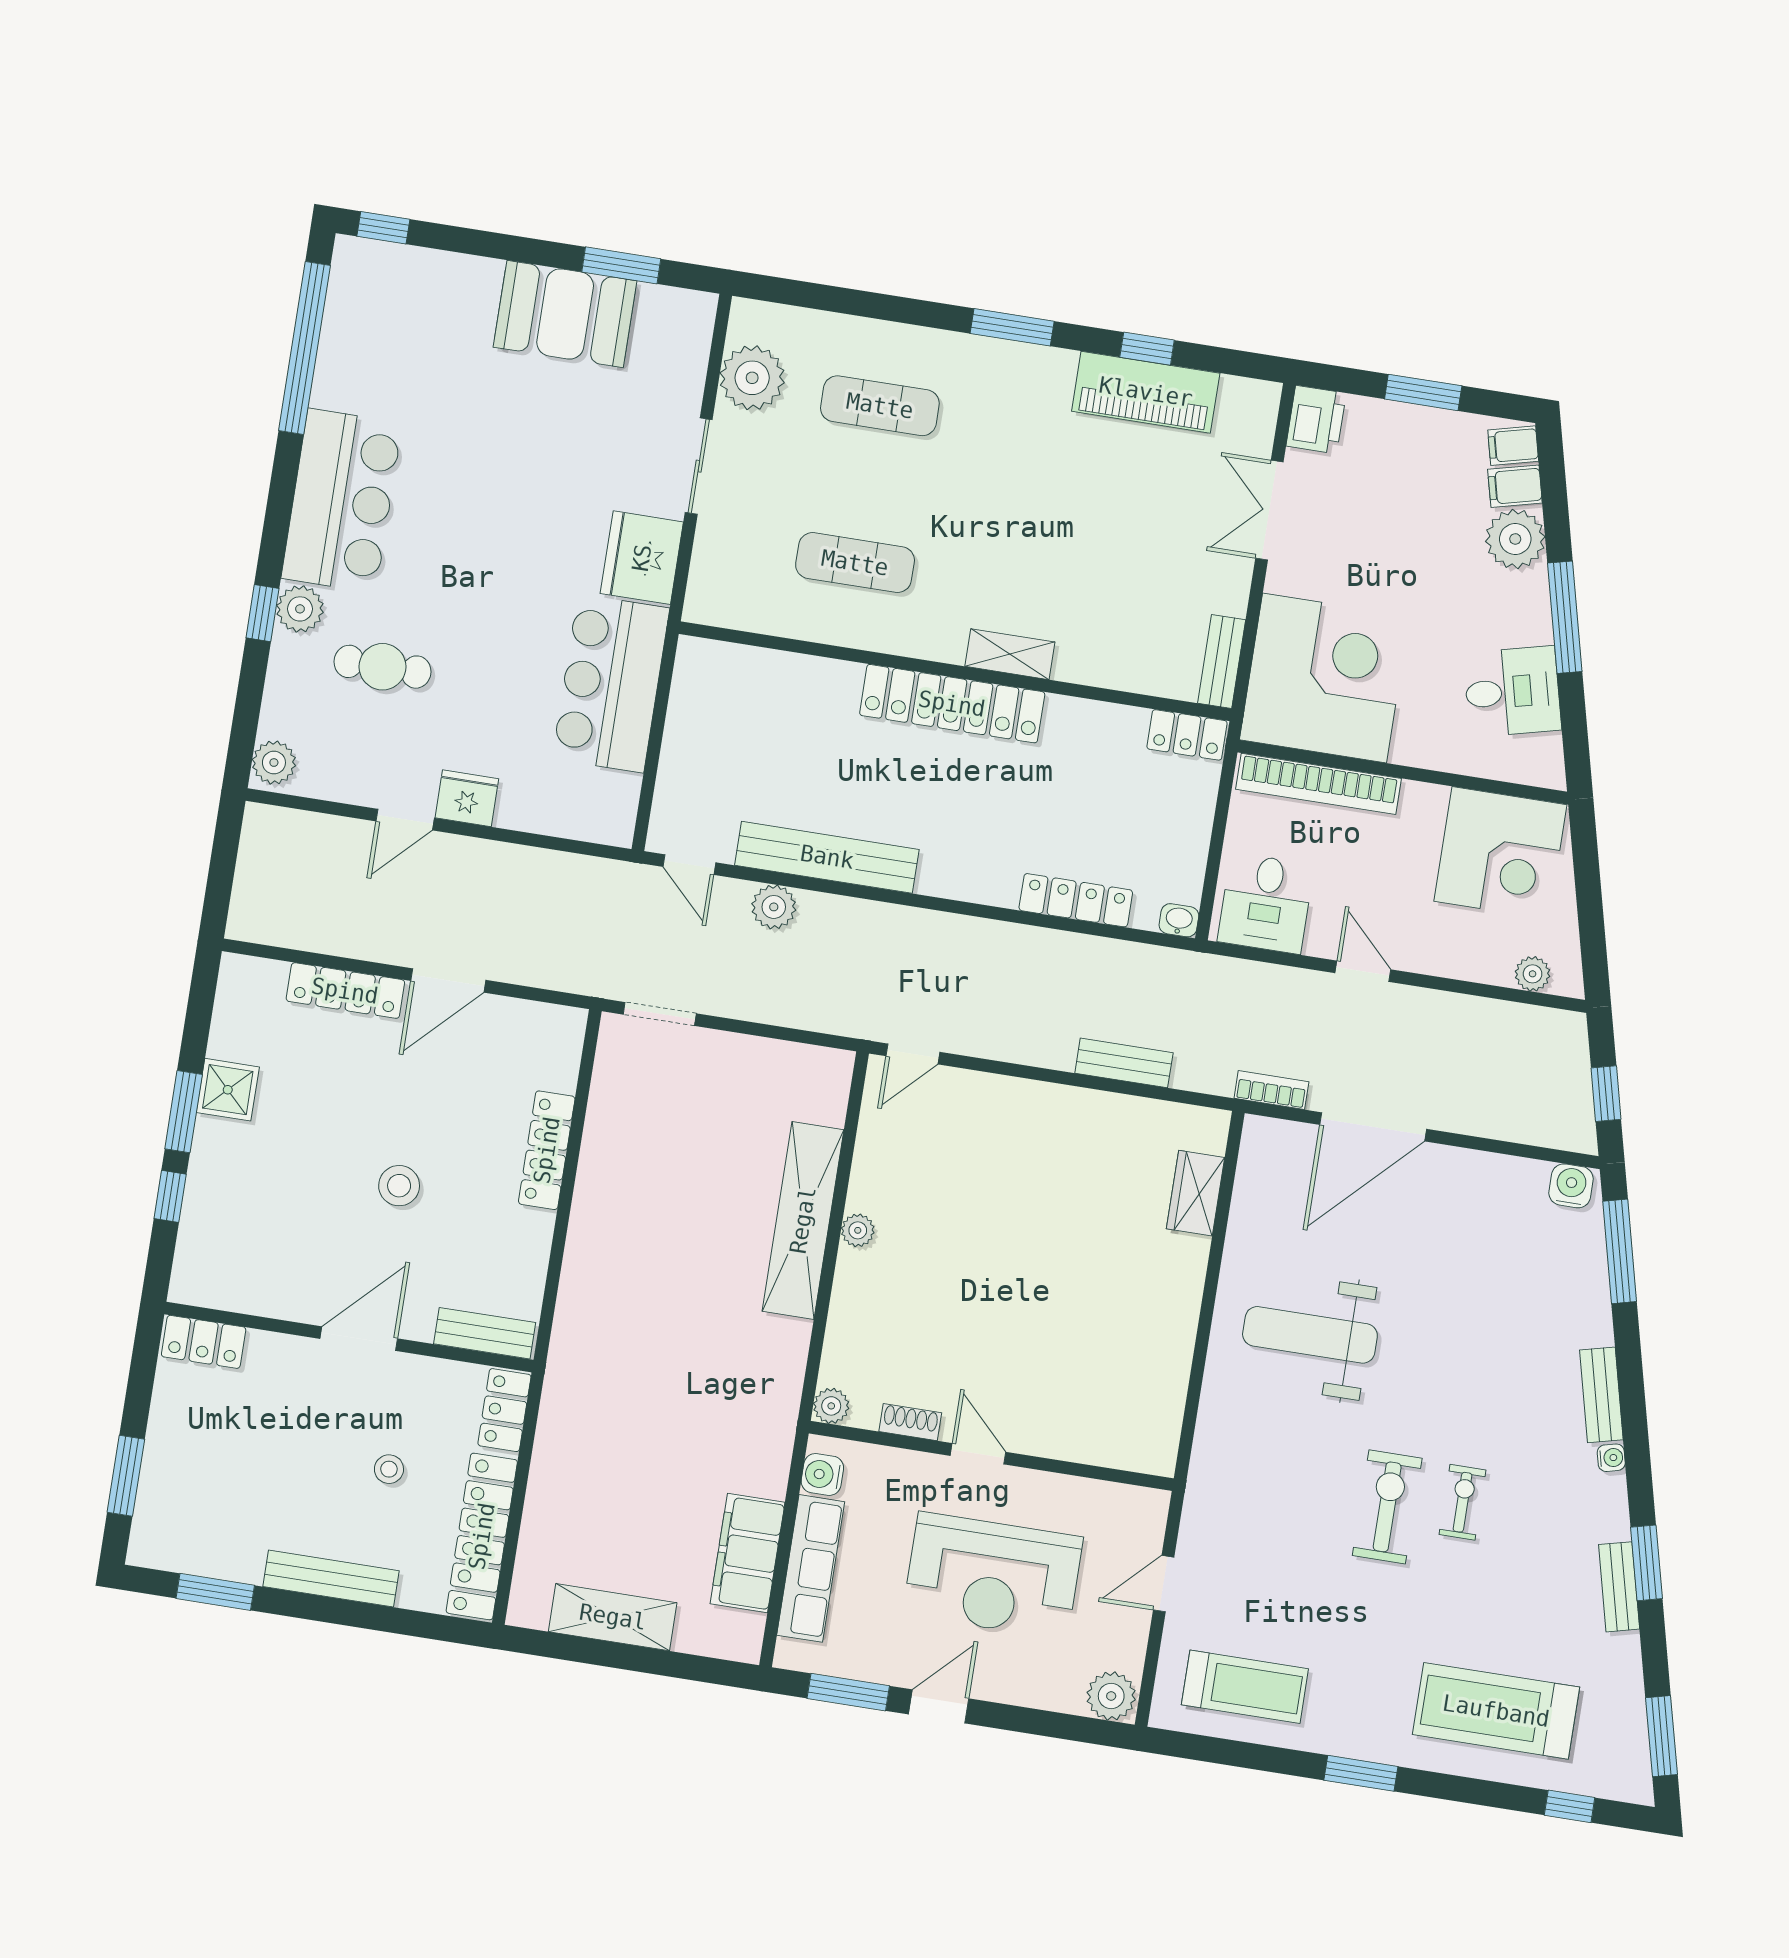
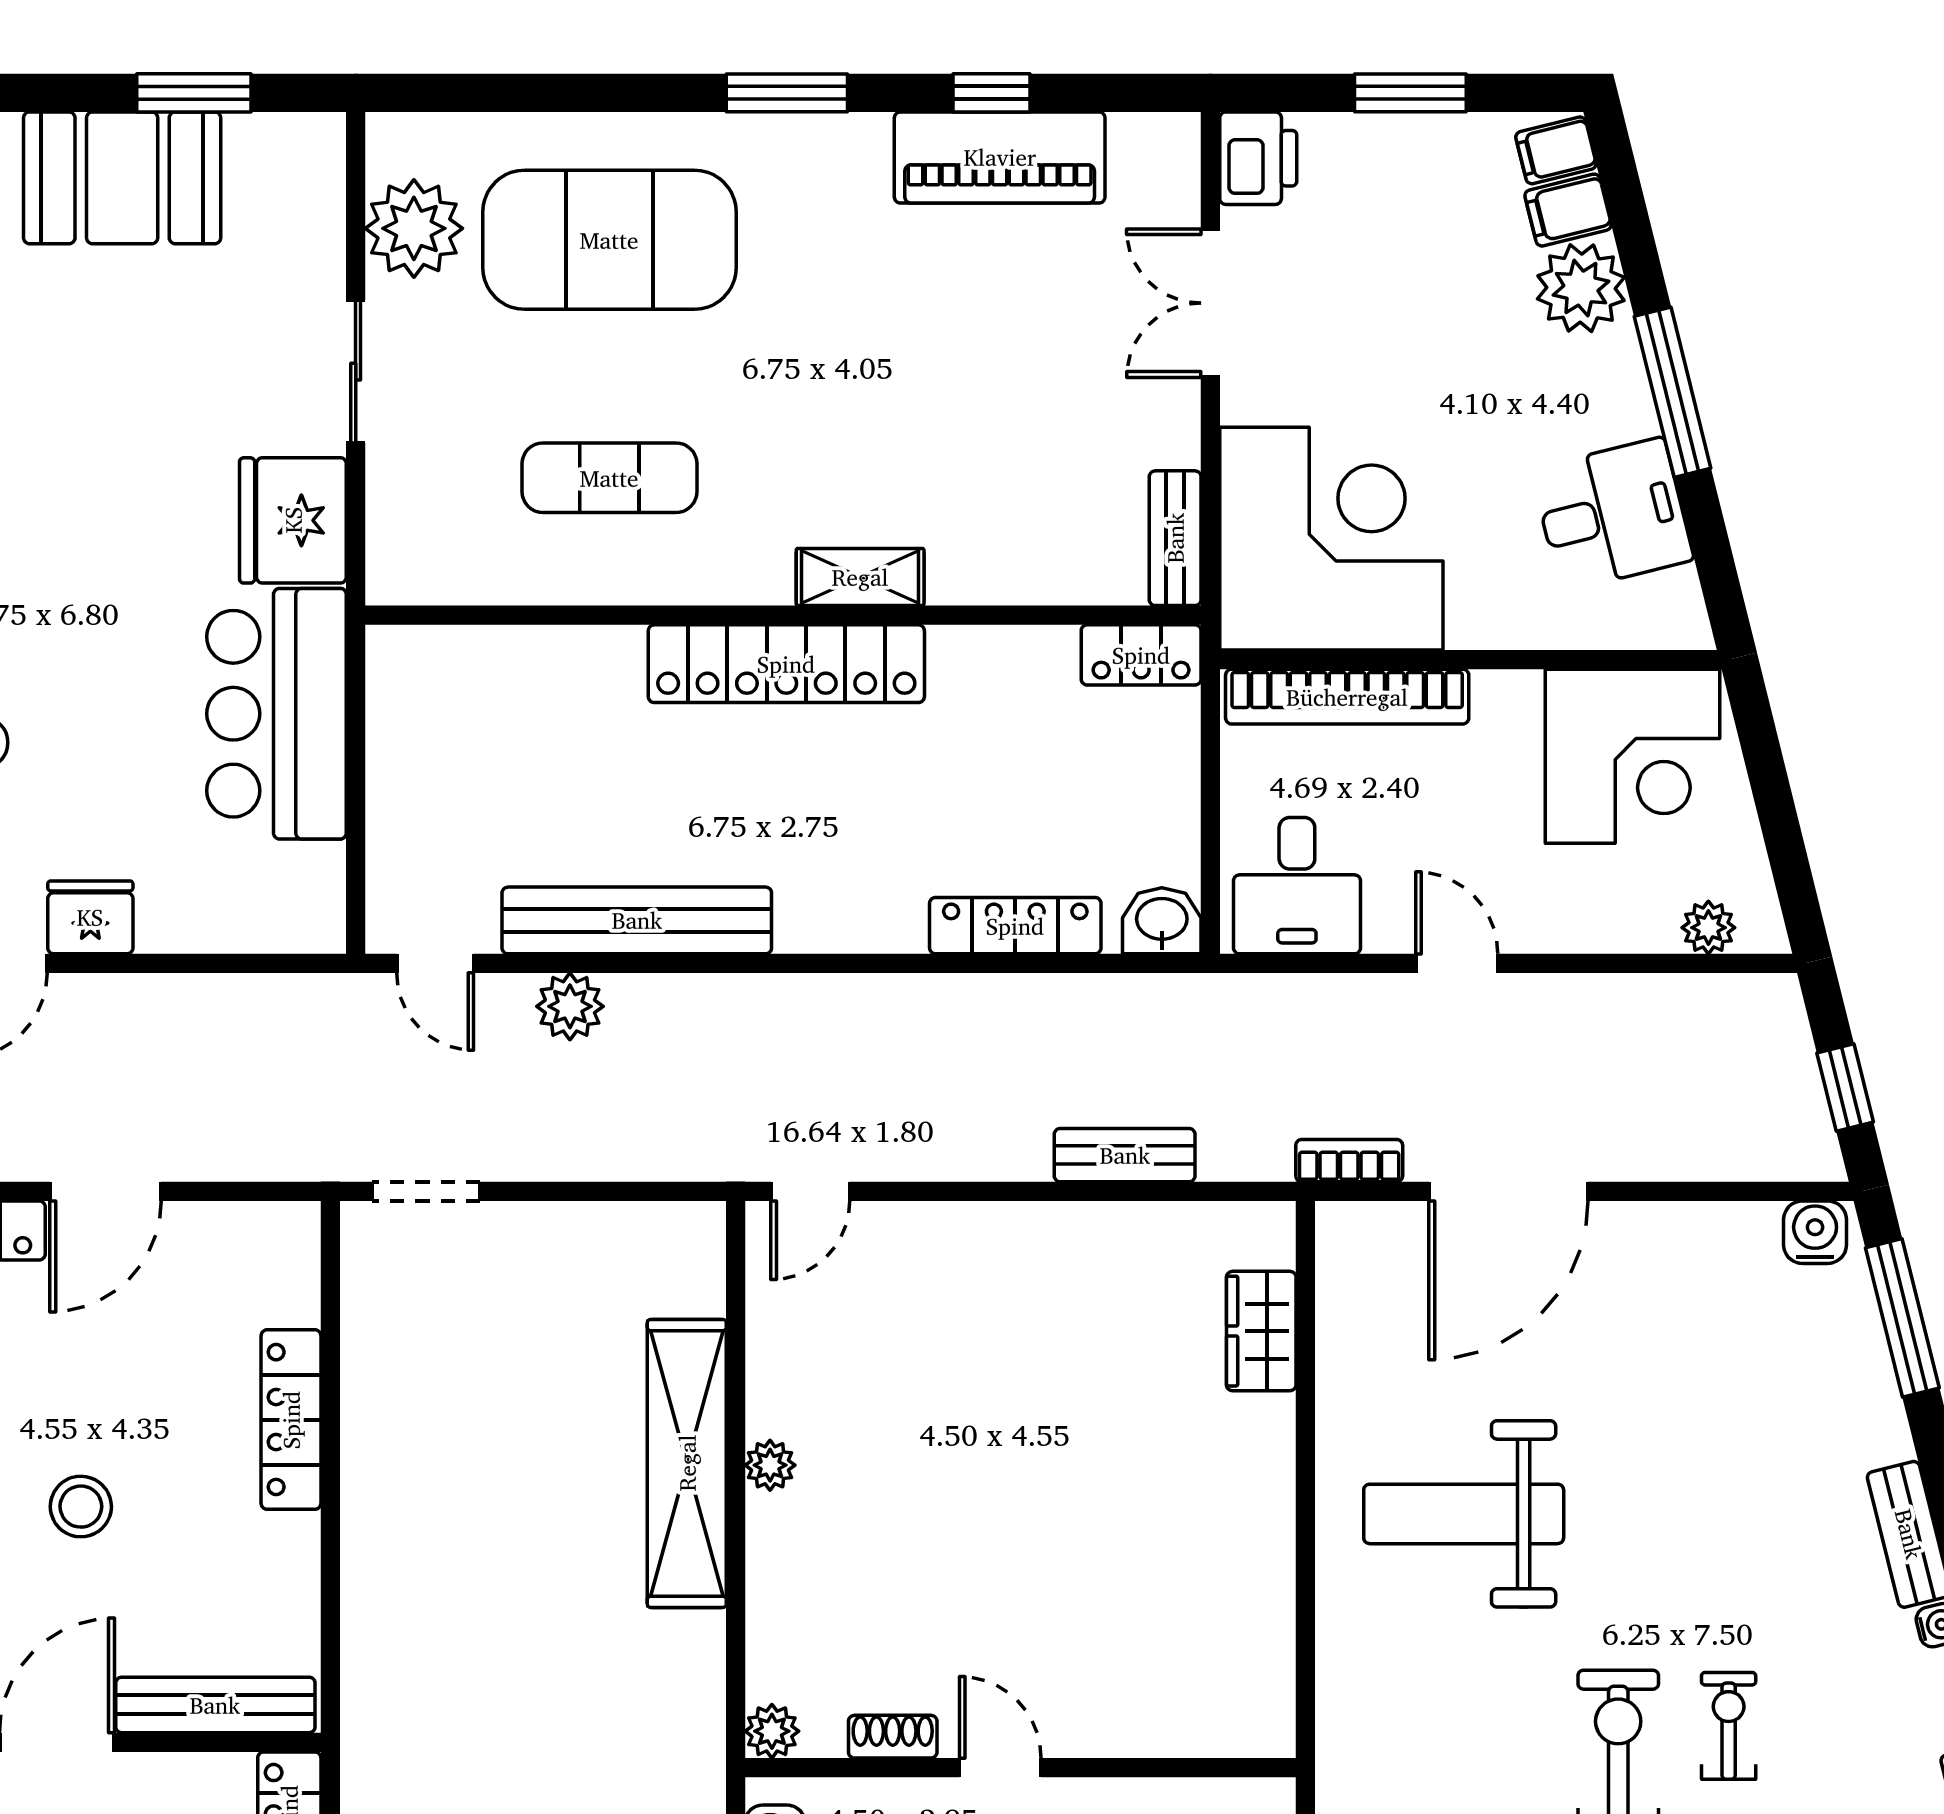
exercise mat: (880, 406) -> (609, 240), width x2.00, depth x1.45
washbasin: (1179, 920) -> (1162, 921), width x1.38, depth x1.45
bench: (485, 1333) -> (215, 1705), width x1.36

